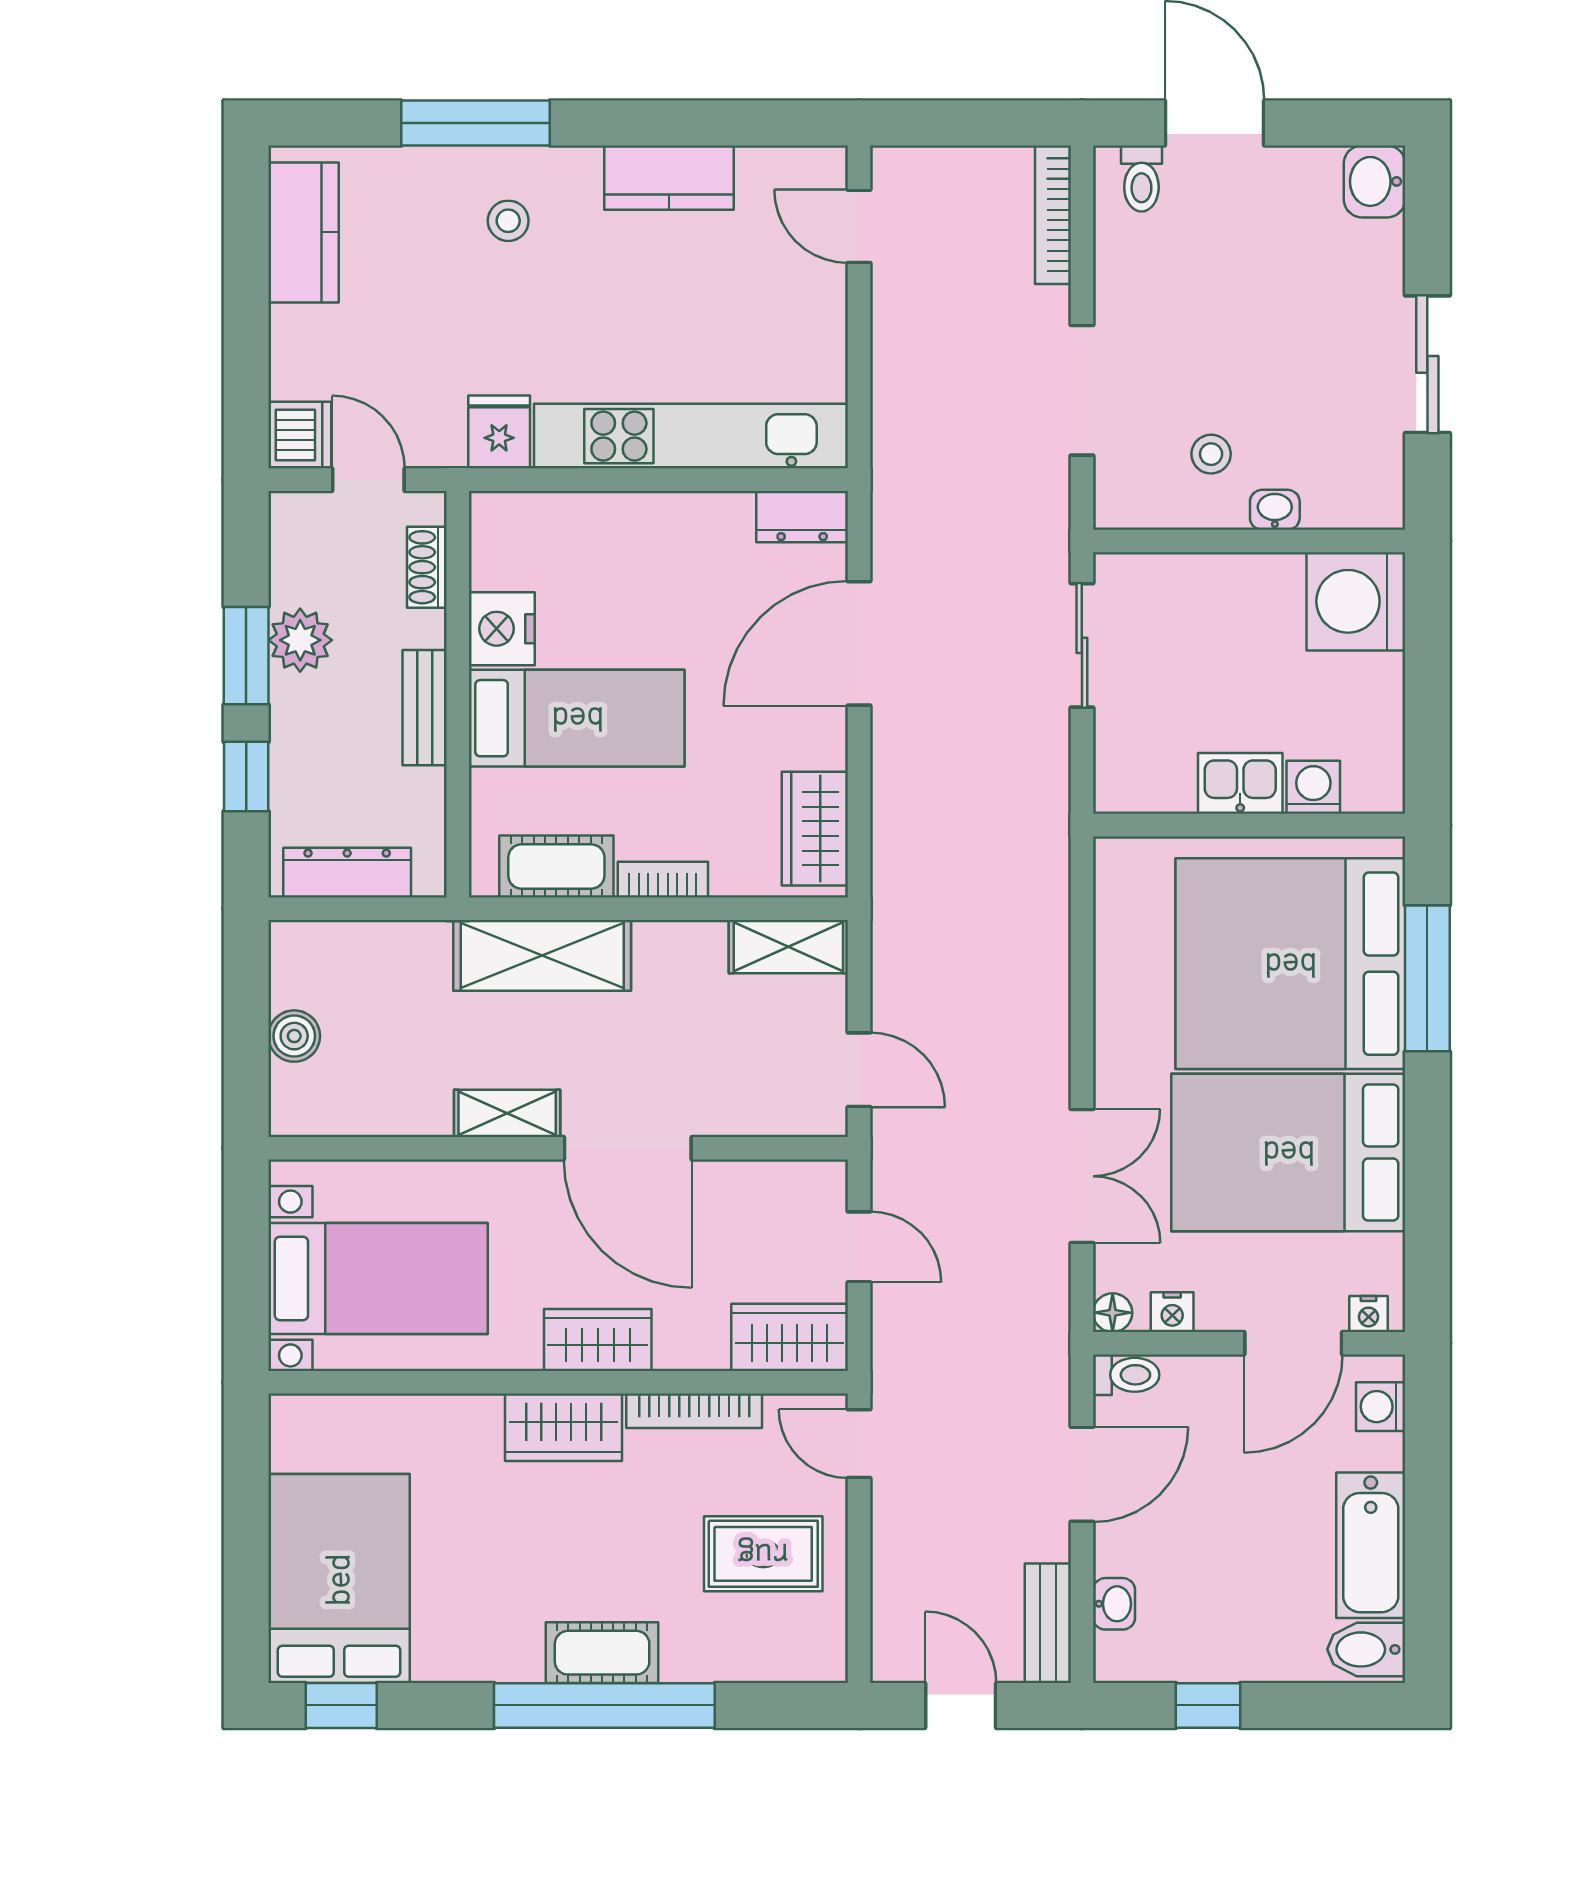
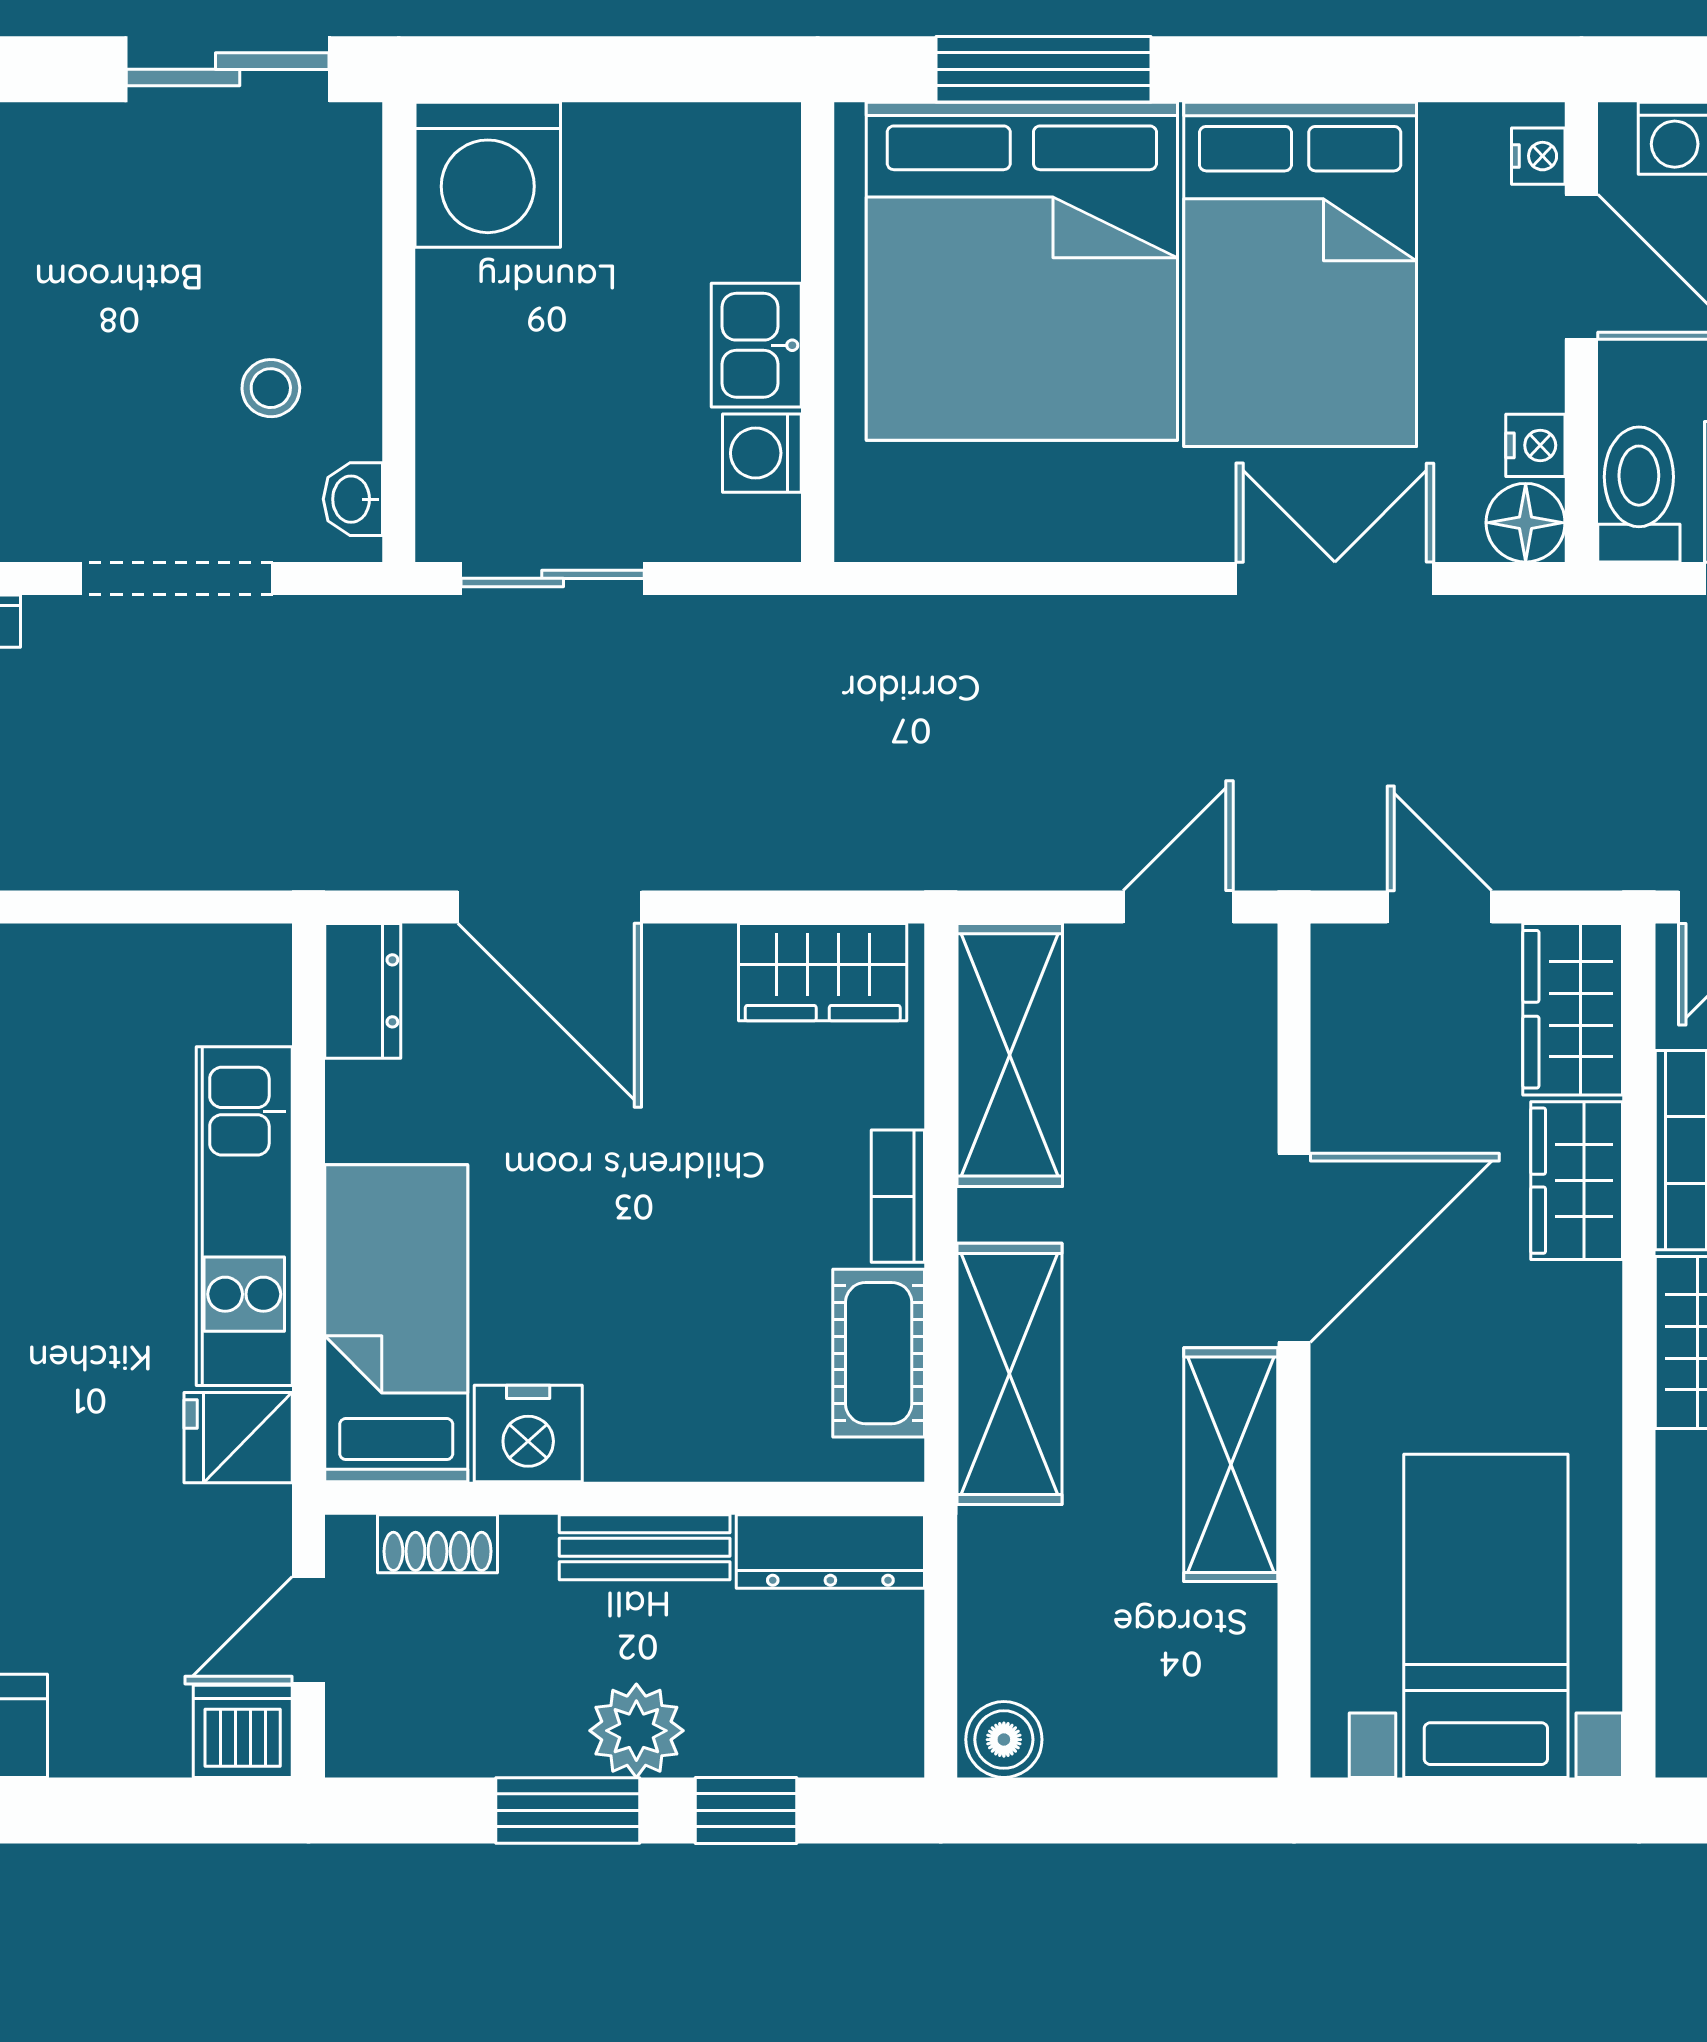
sliding door: (1427, 364) -> (228, 69), moved
kitchen unit: (691, 436) -> (244, 1216), width x0.73
washbasin: (1275, 510) -> (353, 499), moved
plant: (300, 640) -> (636, 1731), moved
bed: (577, 718) -> (396, 1323), moved
washing machine: (1313, 787) -> (762, 453), moved
dresser: (347, 873) -> (830, 1552), moved, turned -90
shelving: (788, 947) -> (1010, 1055), width x1.50, depth x1.33
boiler: (294, 1036) -> (1004, 1740), moved
shelving: (507, 1113) -> (1231, 1465), width x1.50, depth x1.33
door: (859, 1247) -> (1439, 907), hinge flipped
floor lamp: (1113, 1313) -> (1526, 523), width x1.37, depth x1.37
wardrobe: (598, 1340) -> (1577, 1181), moved
toilet: (1126, 1375) -> (1639, 494), width x1.37, depth x1.39

